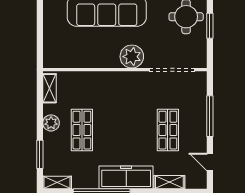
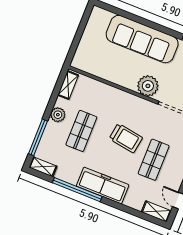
trolley: (131, 119) -> (126, 138), added
window: (40, 154) -> (38, 137), width x1.44
shelving: (169, 182) -> (156, 211), moved

